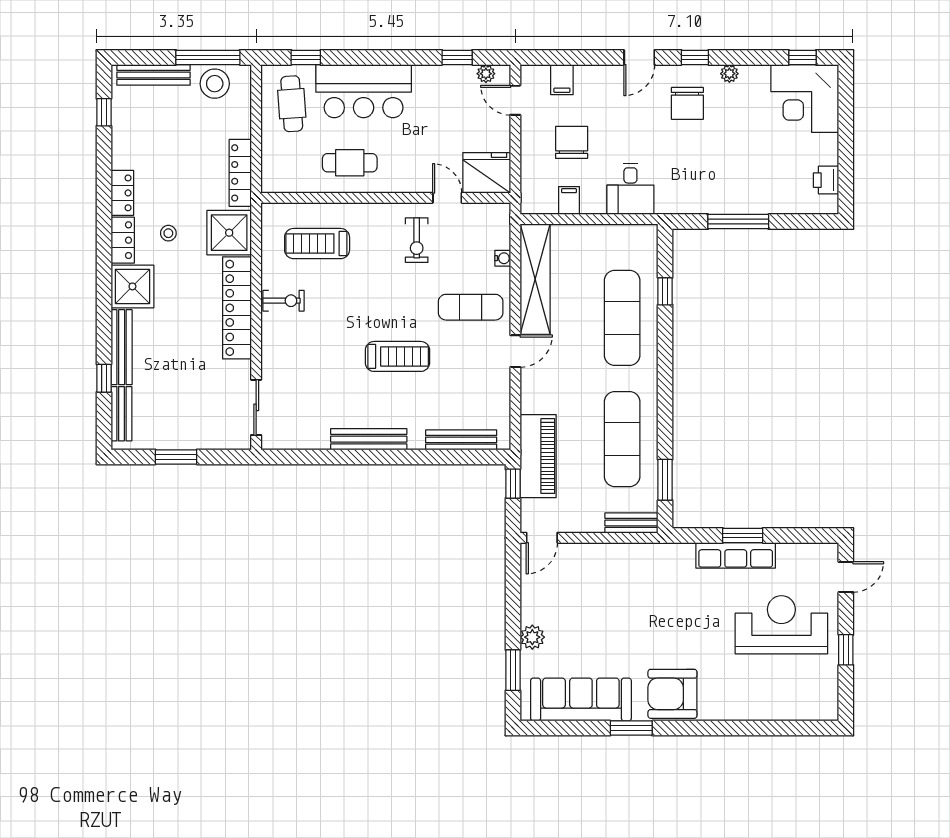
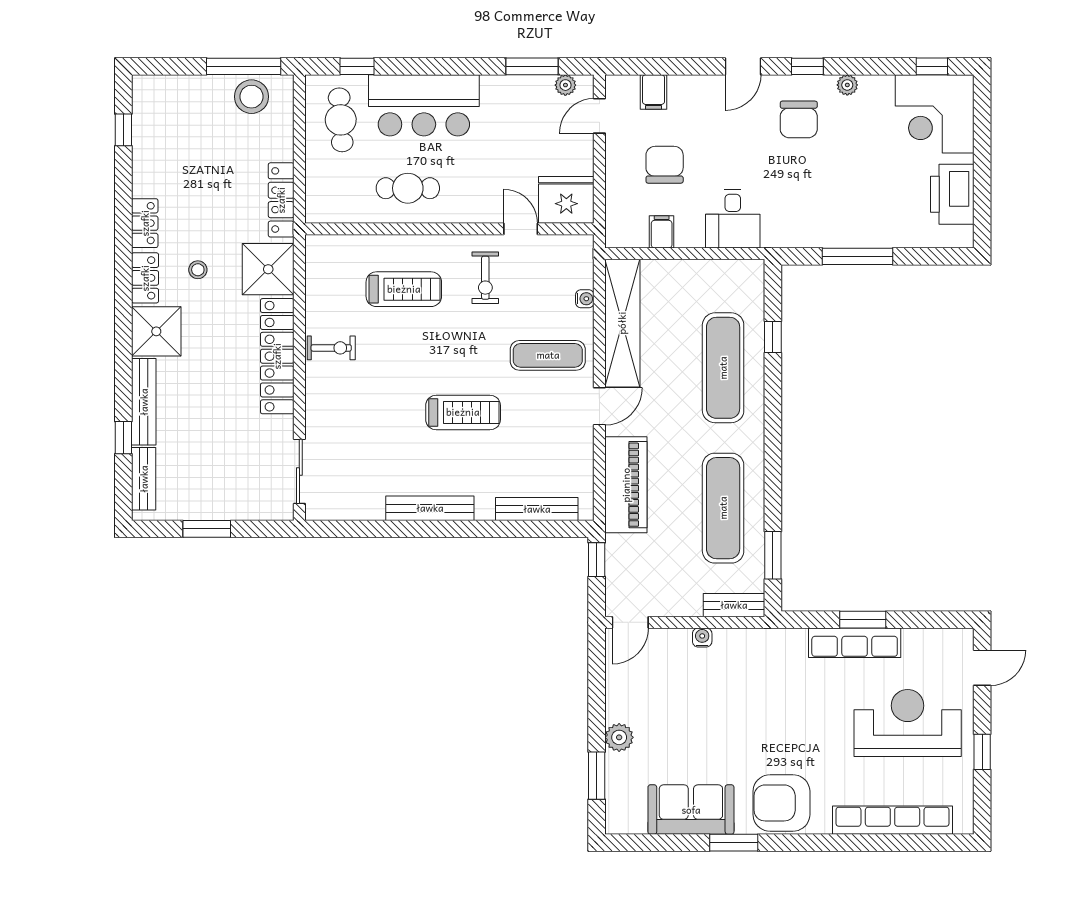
window: (457, 57) -> (532, 66), width x1.50
bench: (154, 75) -> (181, 87), removed
door: (515, 100) -> (599, 116), hinge flipped
printer: (826, 180) -> (952, 194), width x1.87, depth x1.48
treadmill: (317, 244) -> (404, 289), moved, turned 180
piano: (538, 456) -> (626, 485), moved
water cooler: (604, 551) -> (702, 637), added
sofa: (581, 699) -> (691, 810), width x0.73
row of seats: (768, 709) -> (892, 820), added

